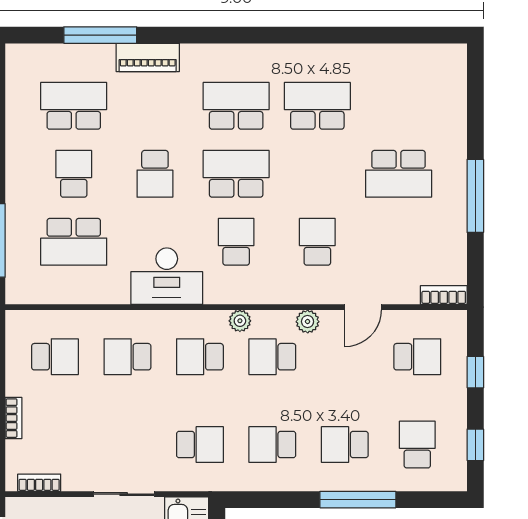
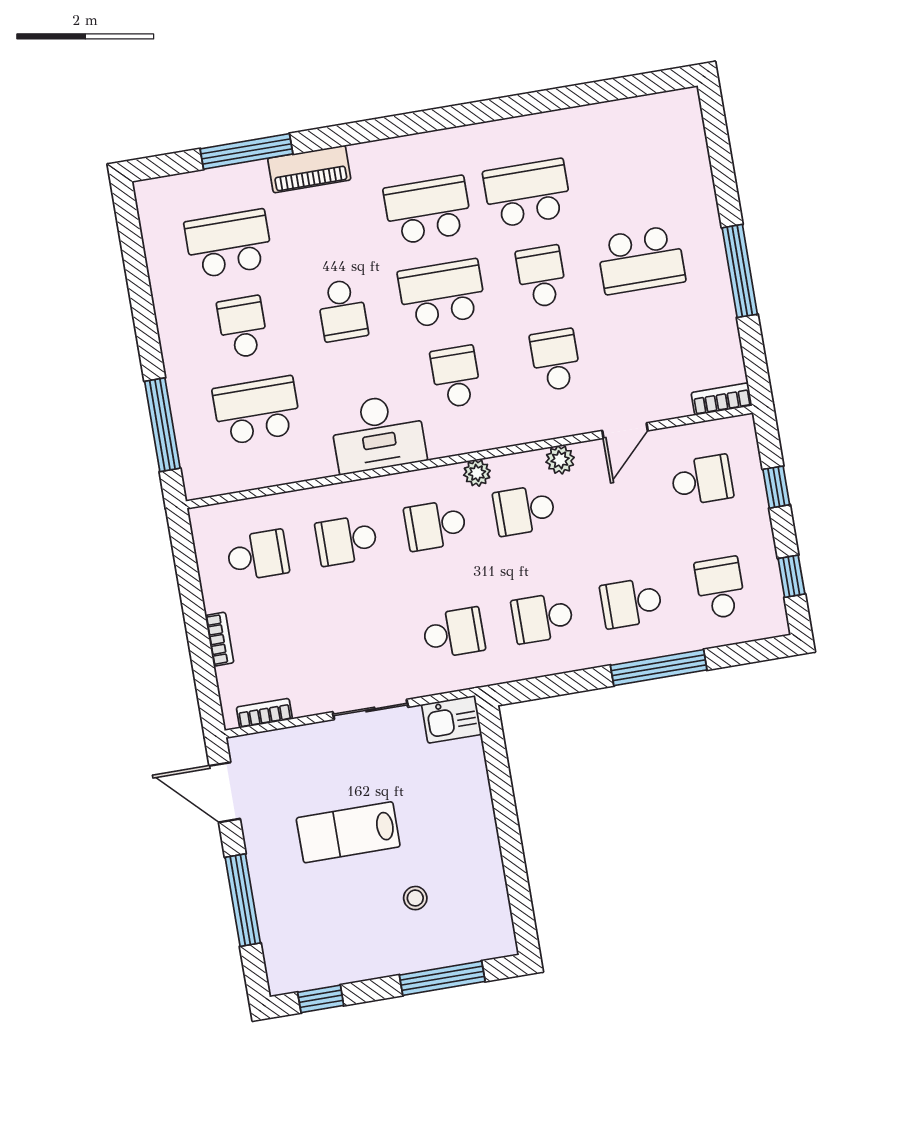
school desk: (317, 174) -> (541, 277), added
school desk: (74, 242) -> (257, 411), turned 180

